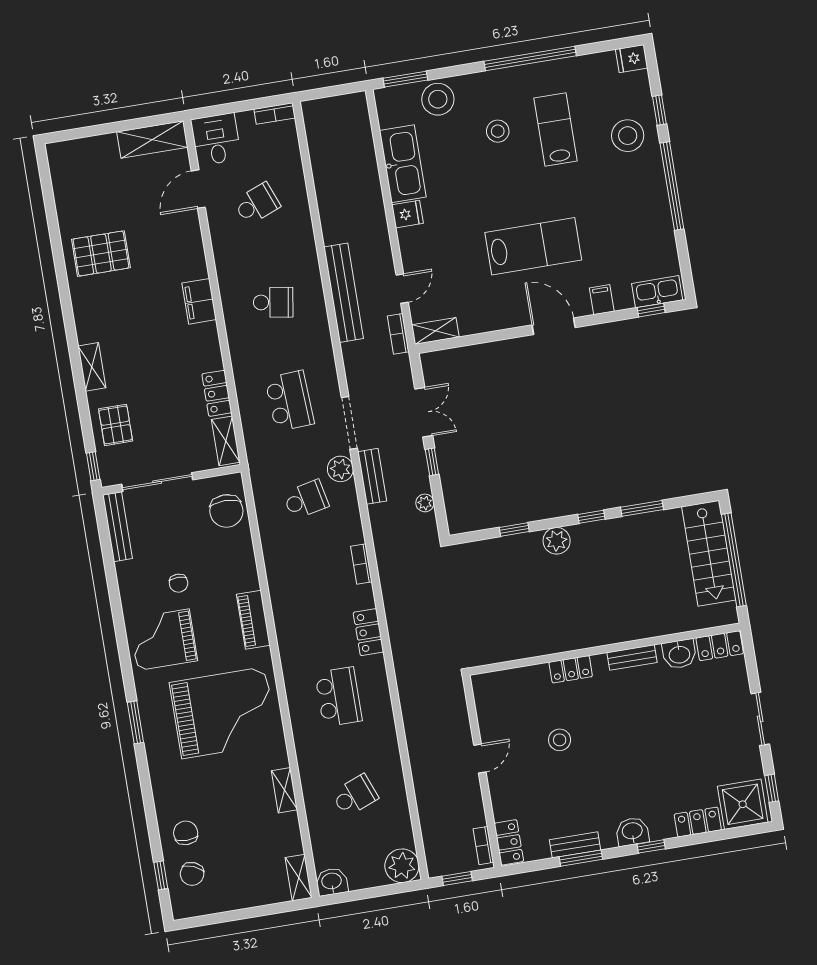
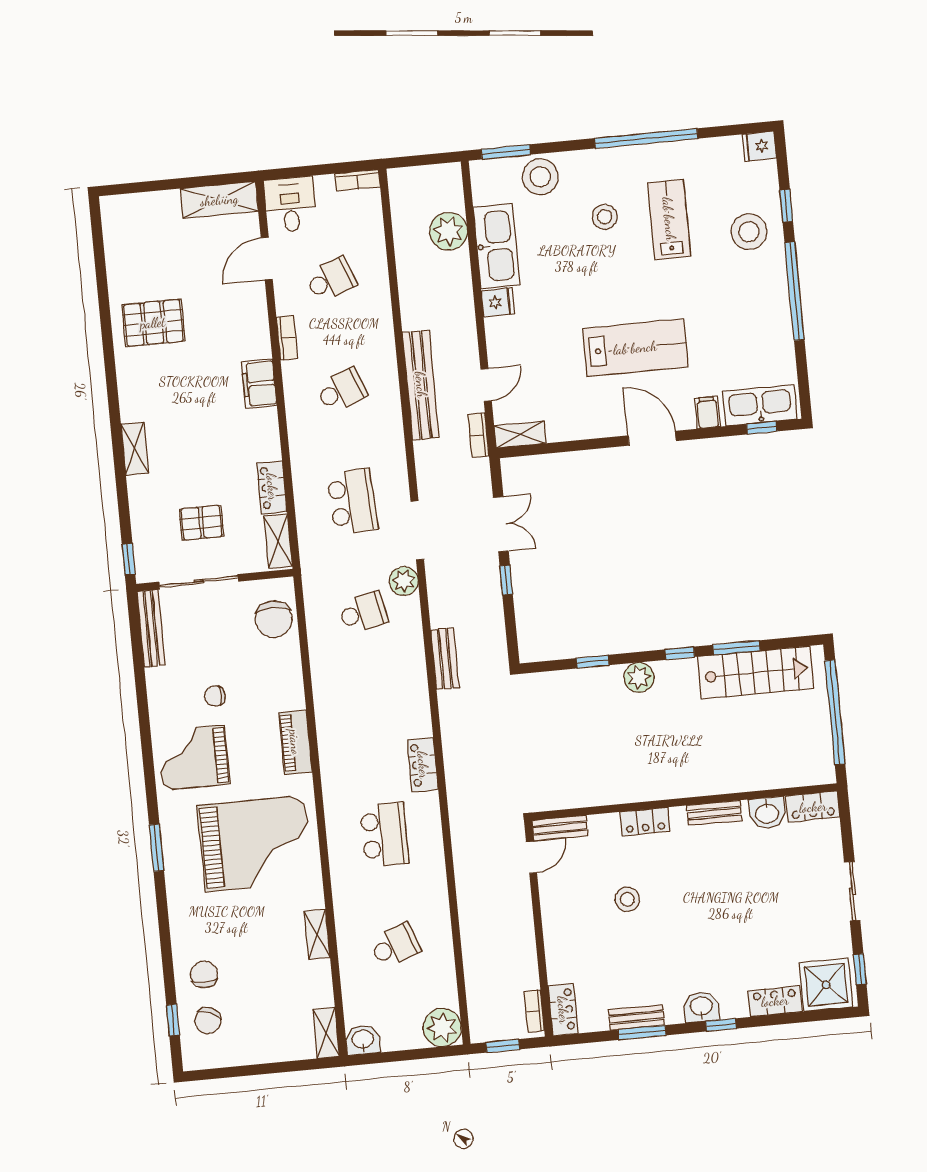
kitchen sink: (657, 292) -> (760, 405), width x1.36, depth x1.24
school desk: (273, 302) -> (342, 390), turned -30
pallet: (116, 425) -> (202, 523), moved, turned 90
bench: (372, 476) -> (445, 659), moved
plant: (425, 503) -> (449, 231), moved, width x1.88, depth x1.88
stairs: (709, 553) -> (756, 673), moved, turned -90
bookcase: (361, 564) -> (287, 338), moved, turned 180
chair: (179, 583) -> (215, 696), turned 90
bench: (495, 680) -> (560, 828), added
door: (480, 759) -> (532, 857), moved

